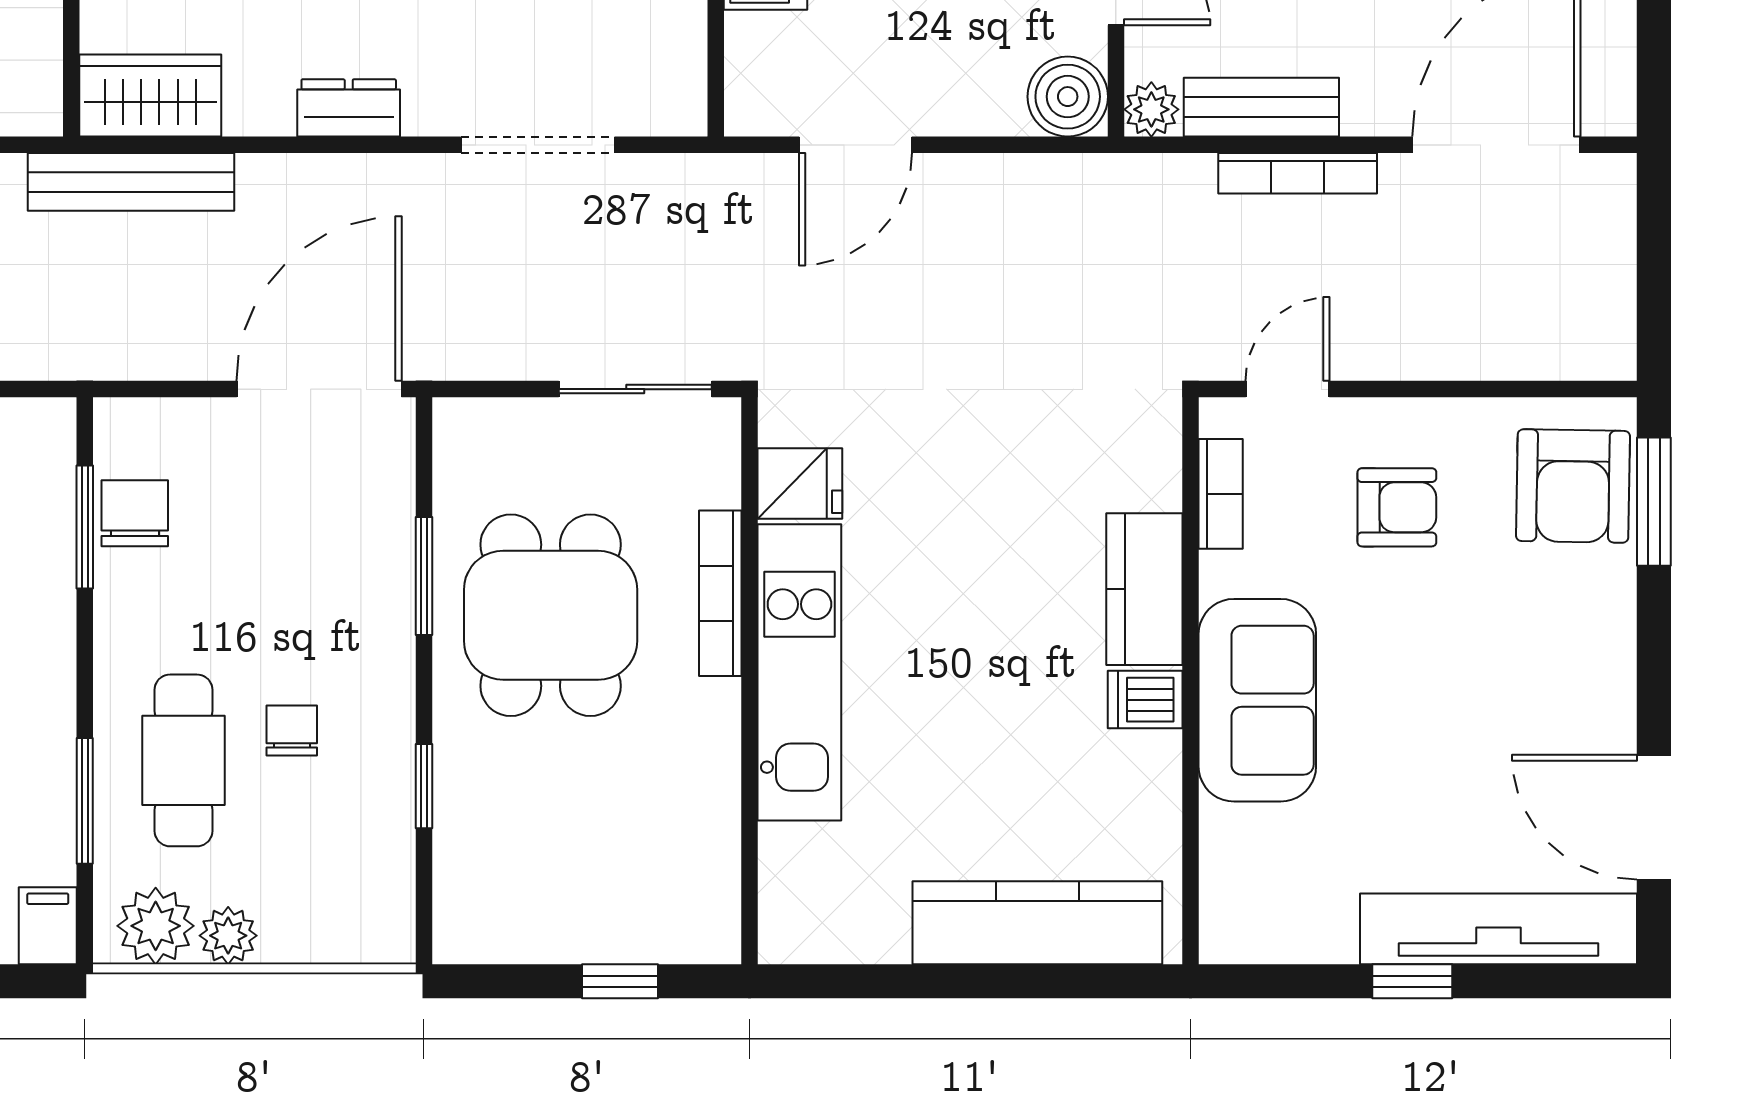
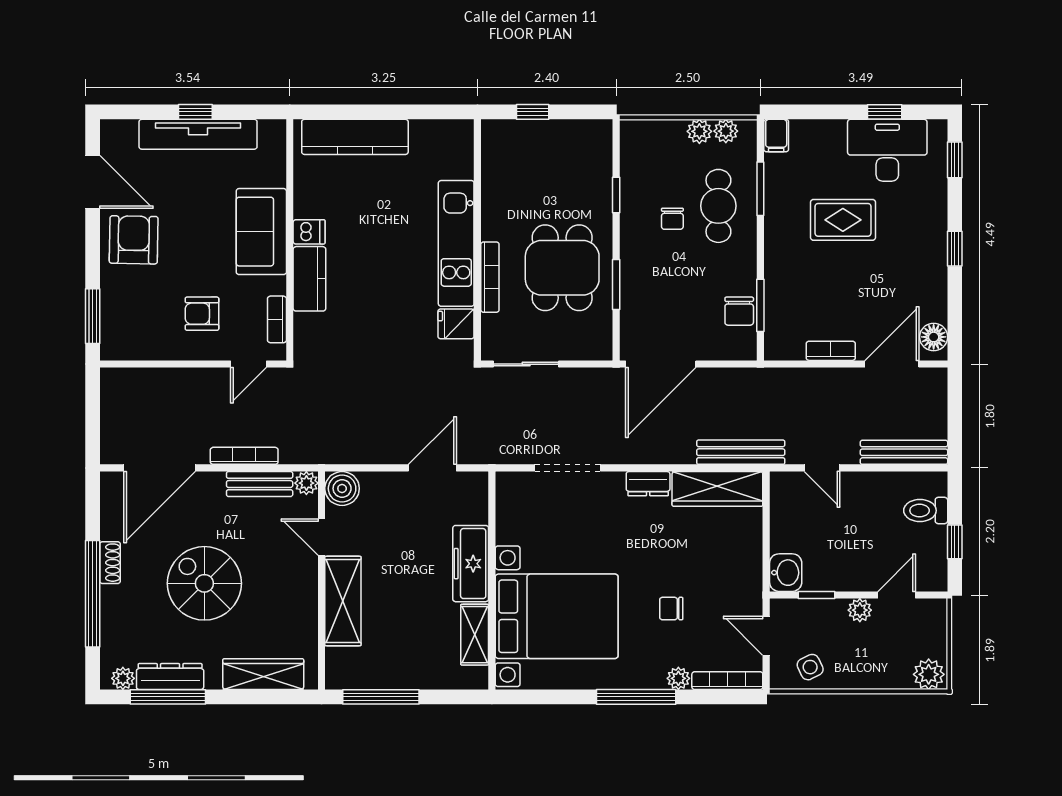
wardrobe: (150, 96) -> (717, 489), width x1.50
armchair: (1573, 486) -> (134, 240), moved
plant: (156, 926) -> (726, 131), width x0.73, depth x0.73
tv unit: (1499, 929) -> (198, 134), moved

